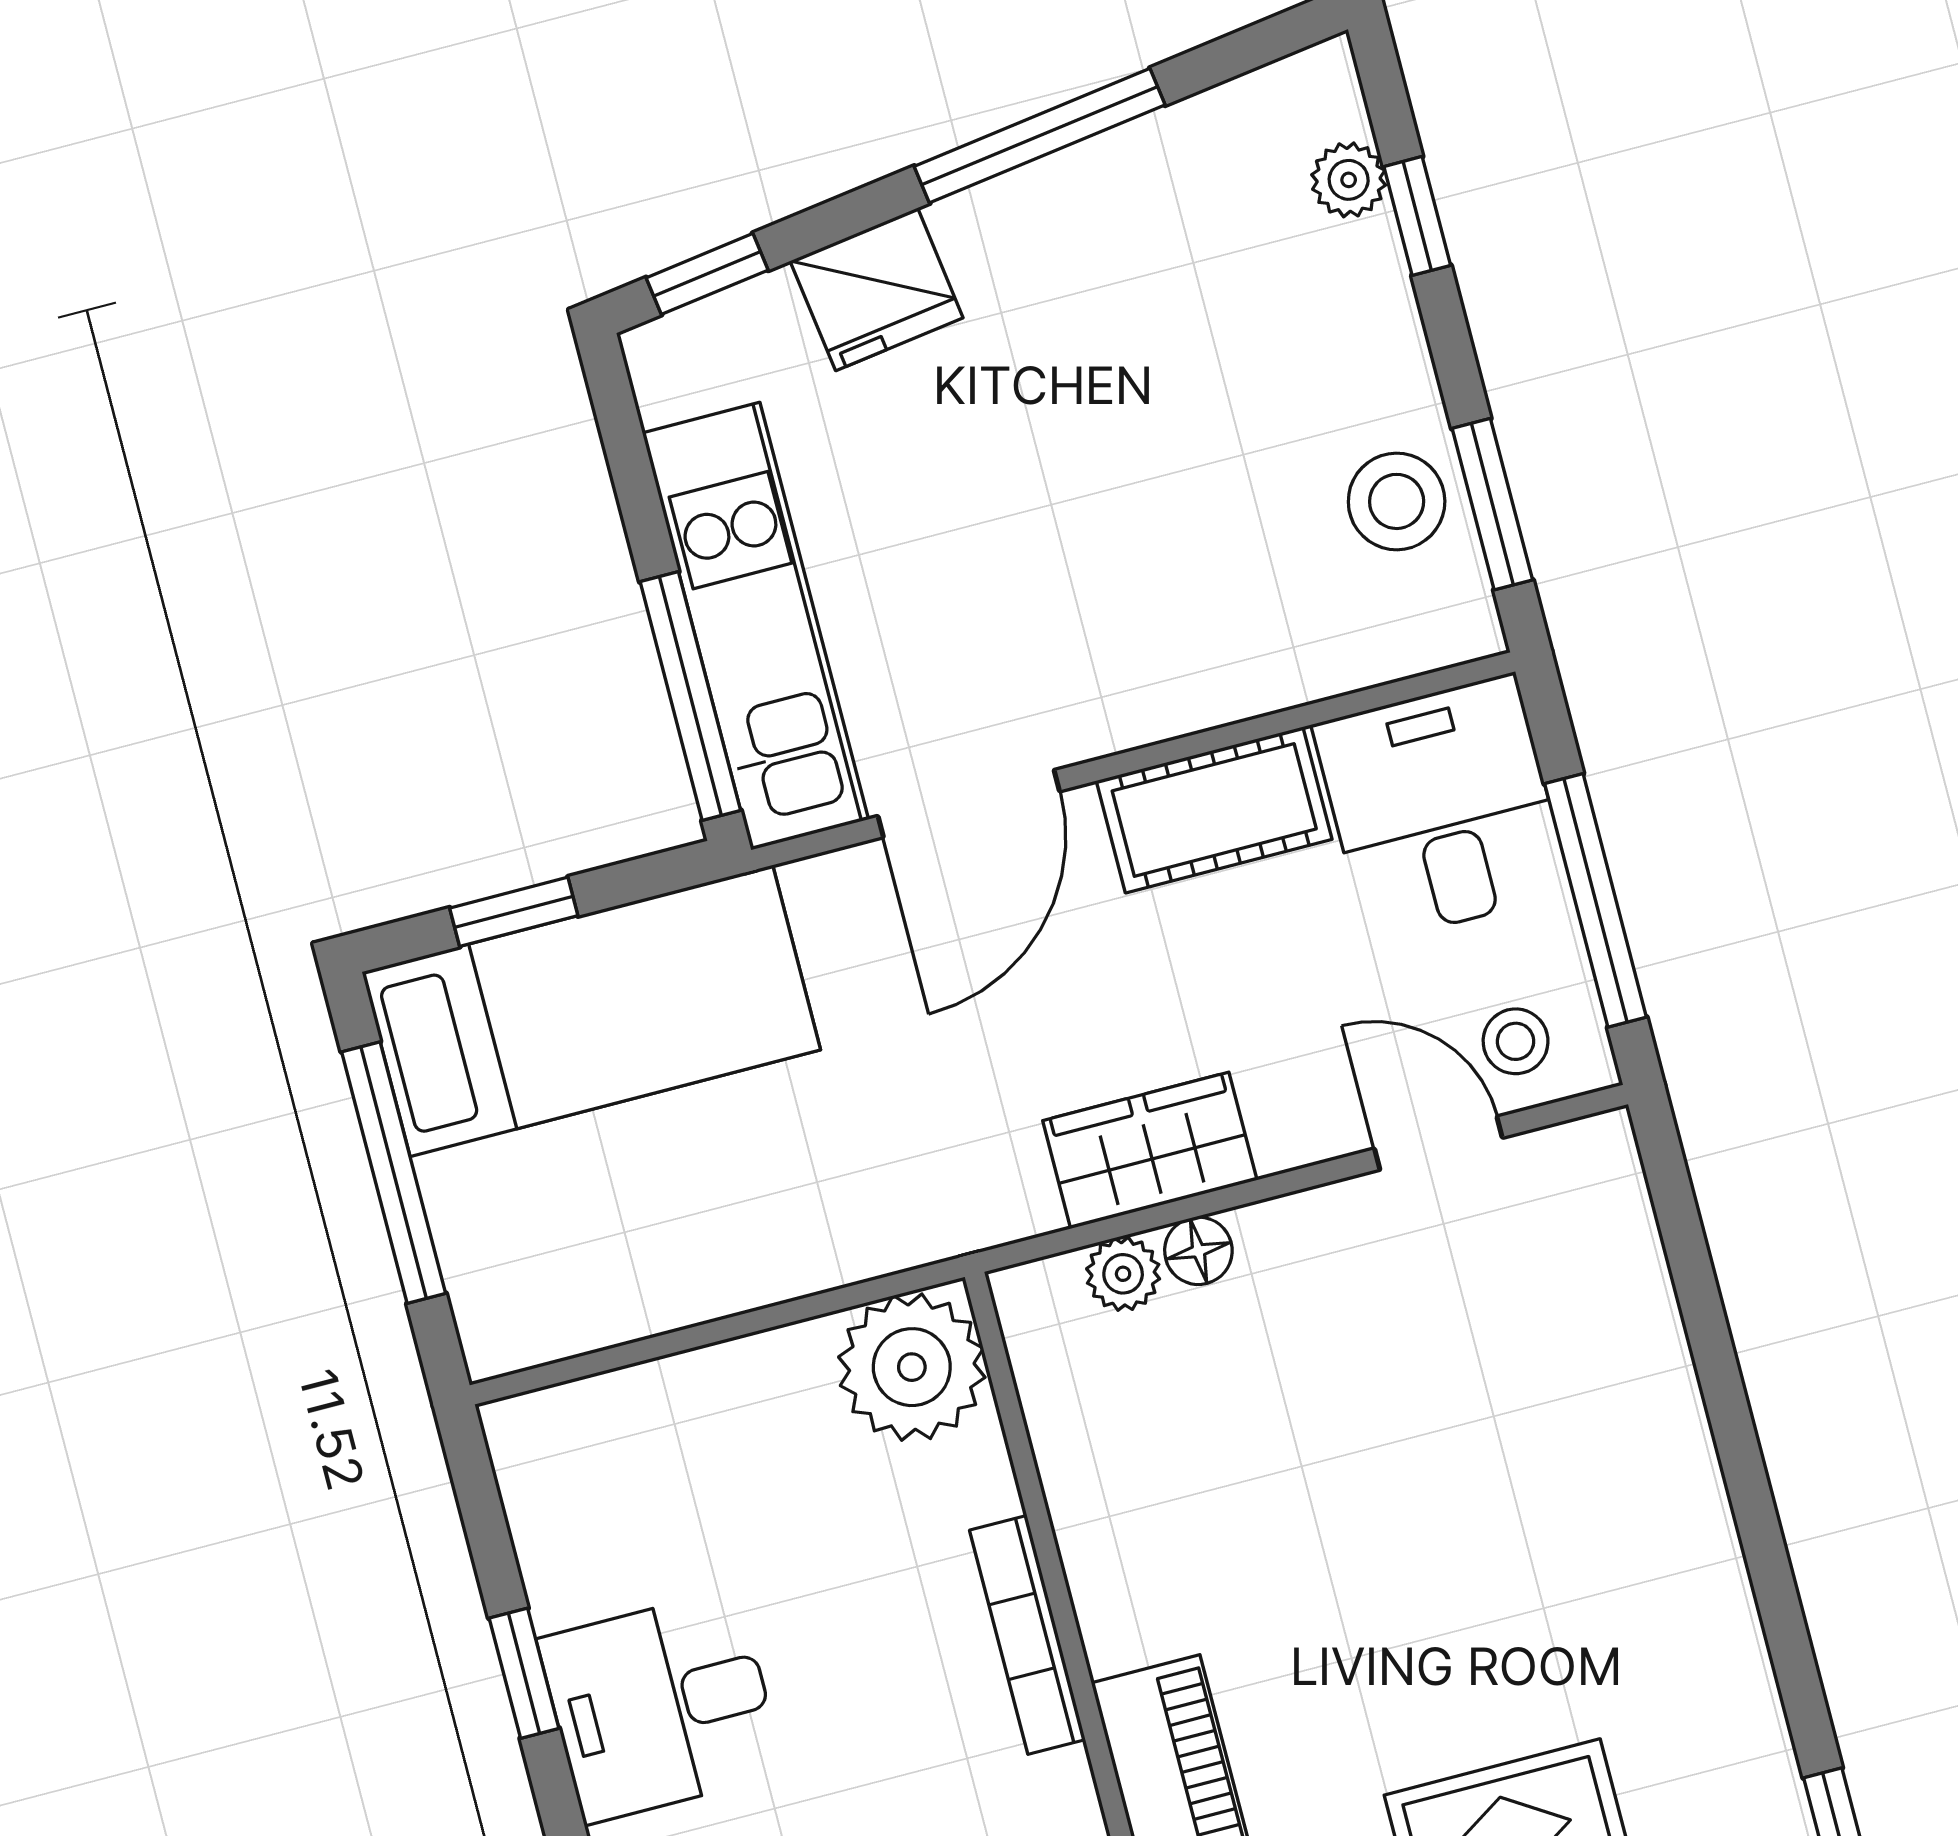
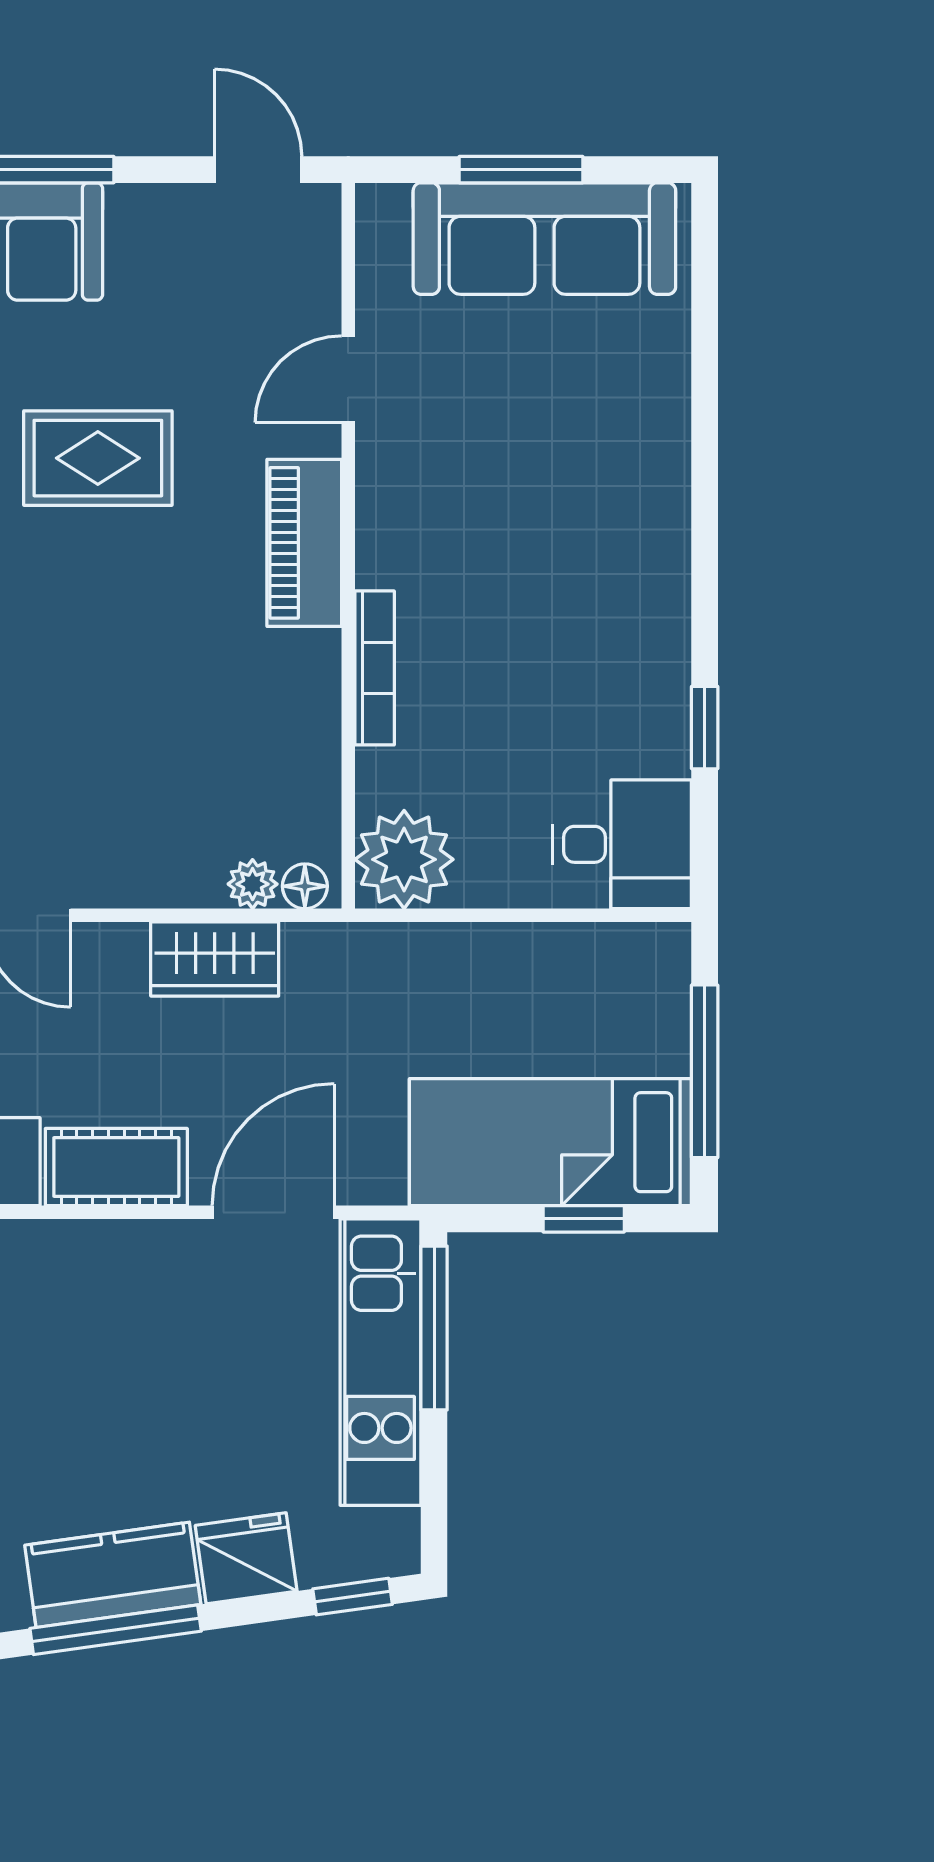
kitchen counter: (1065, 215) -> (113, 1575), added
floor lamp: (1198, 1251) -> (305, 886), moved
desk: (661, 1706) -> (622, 844), moved

